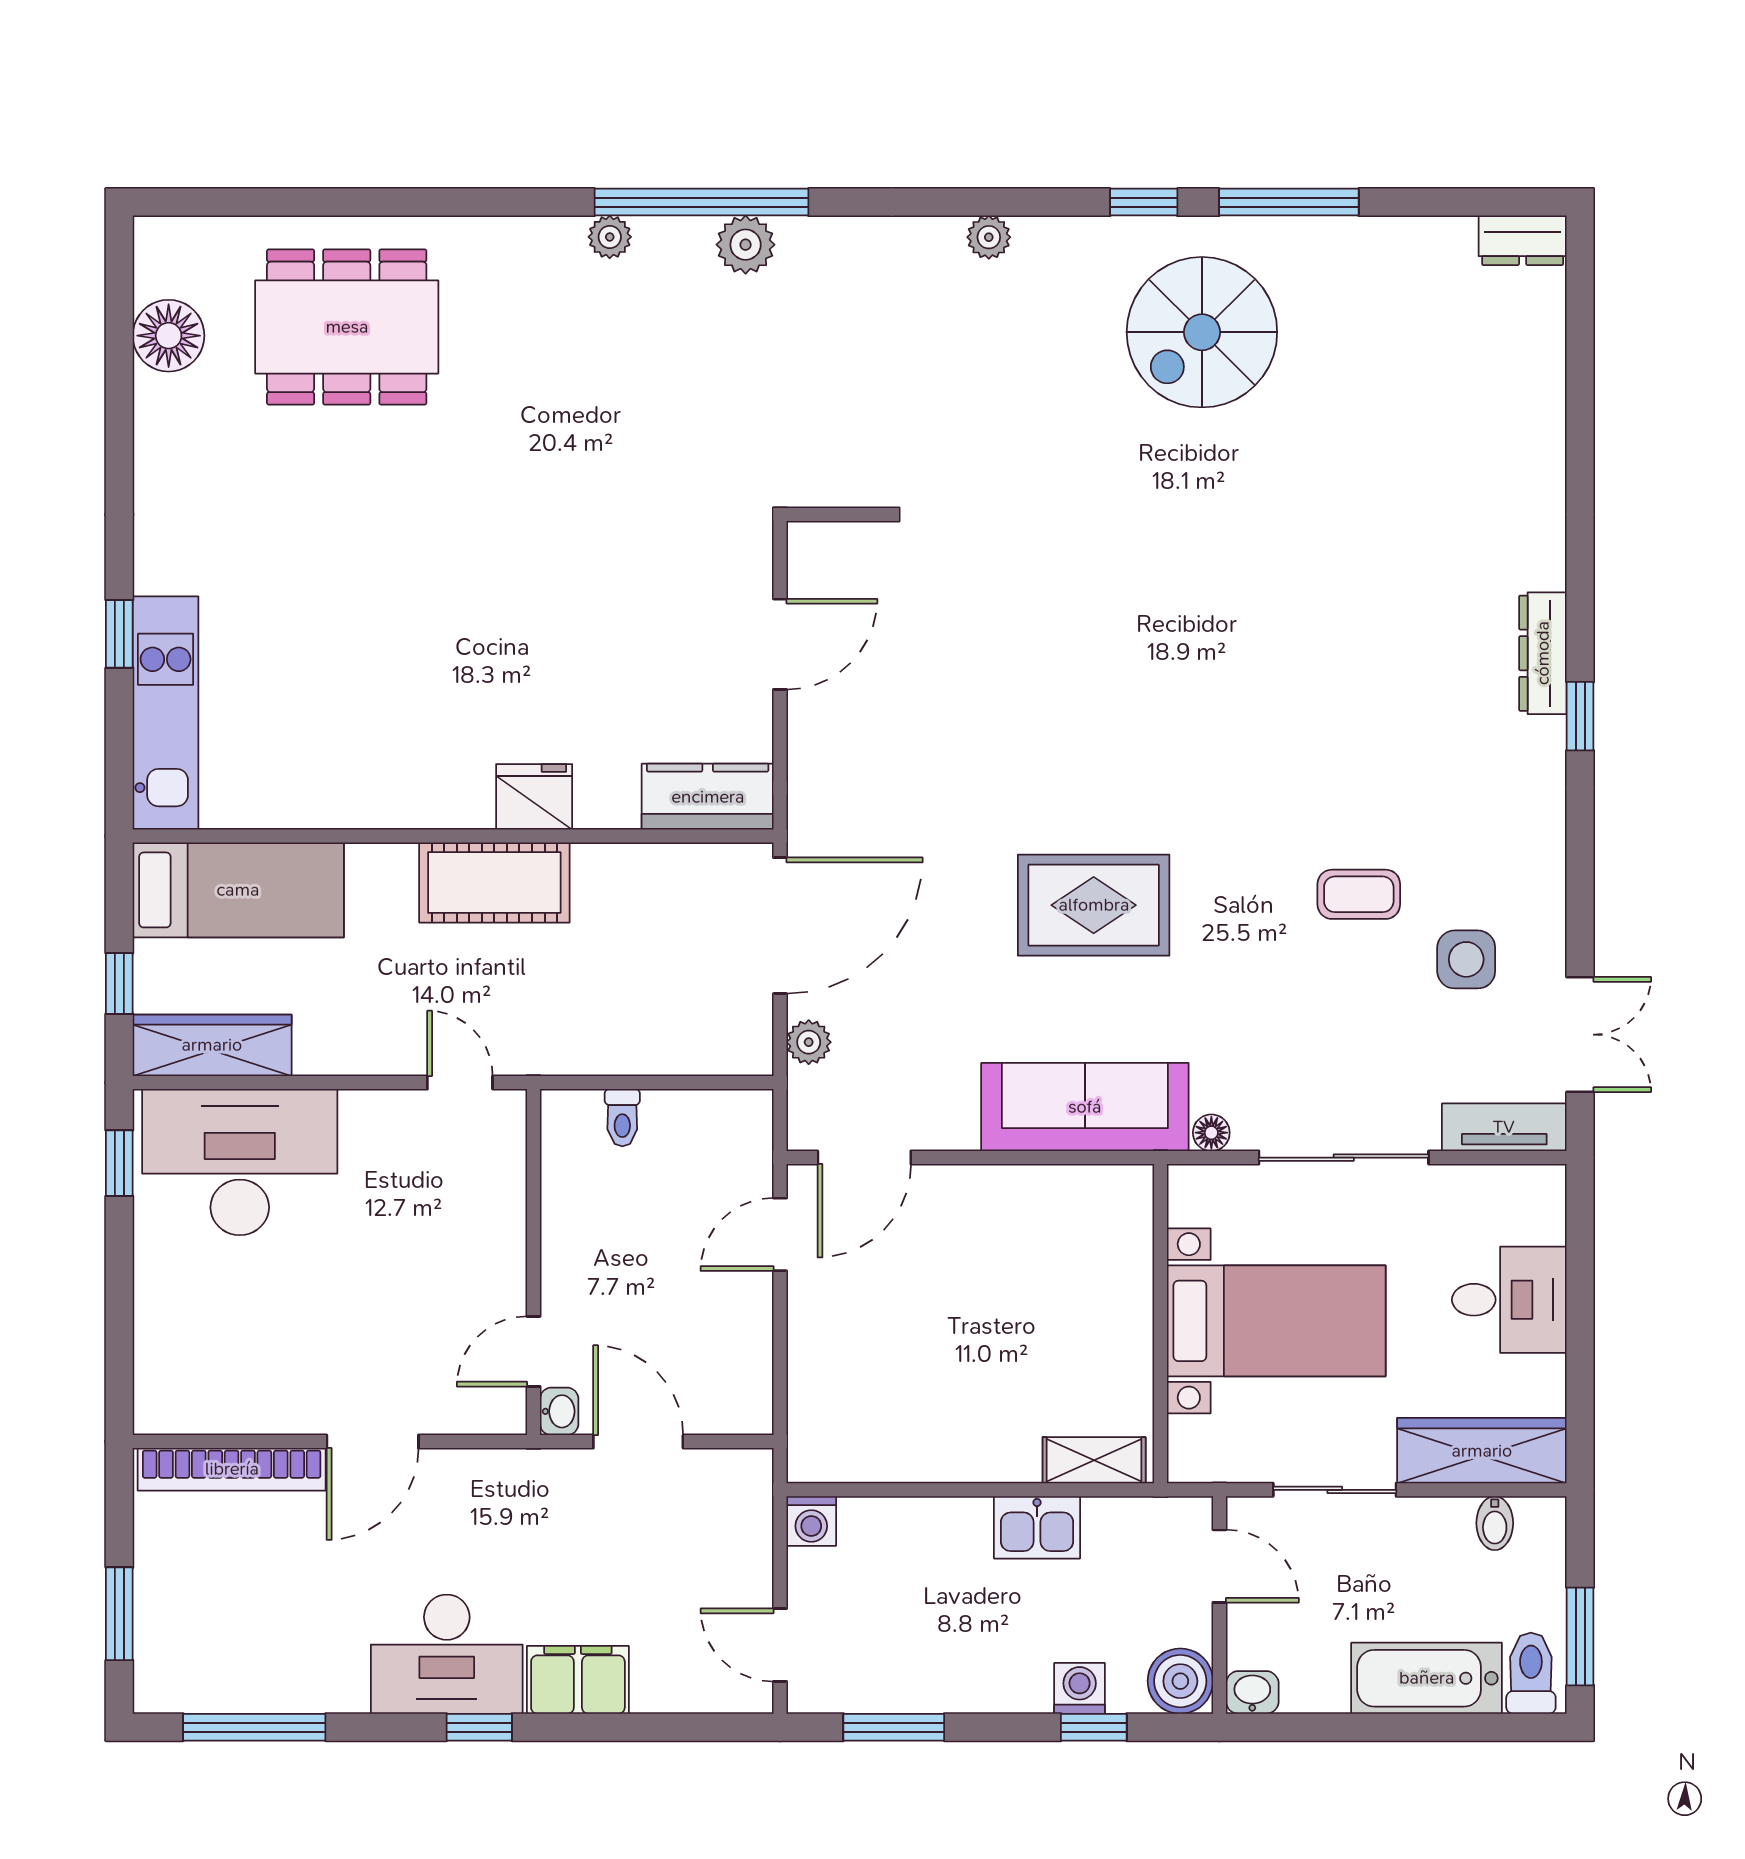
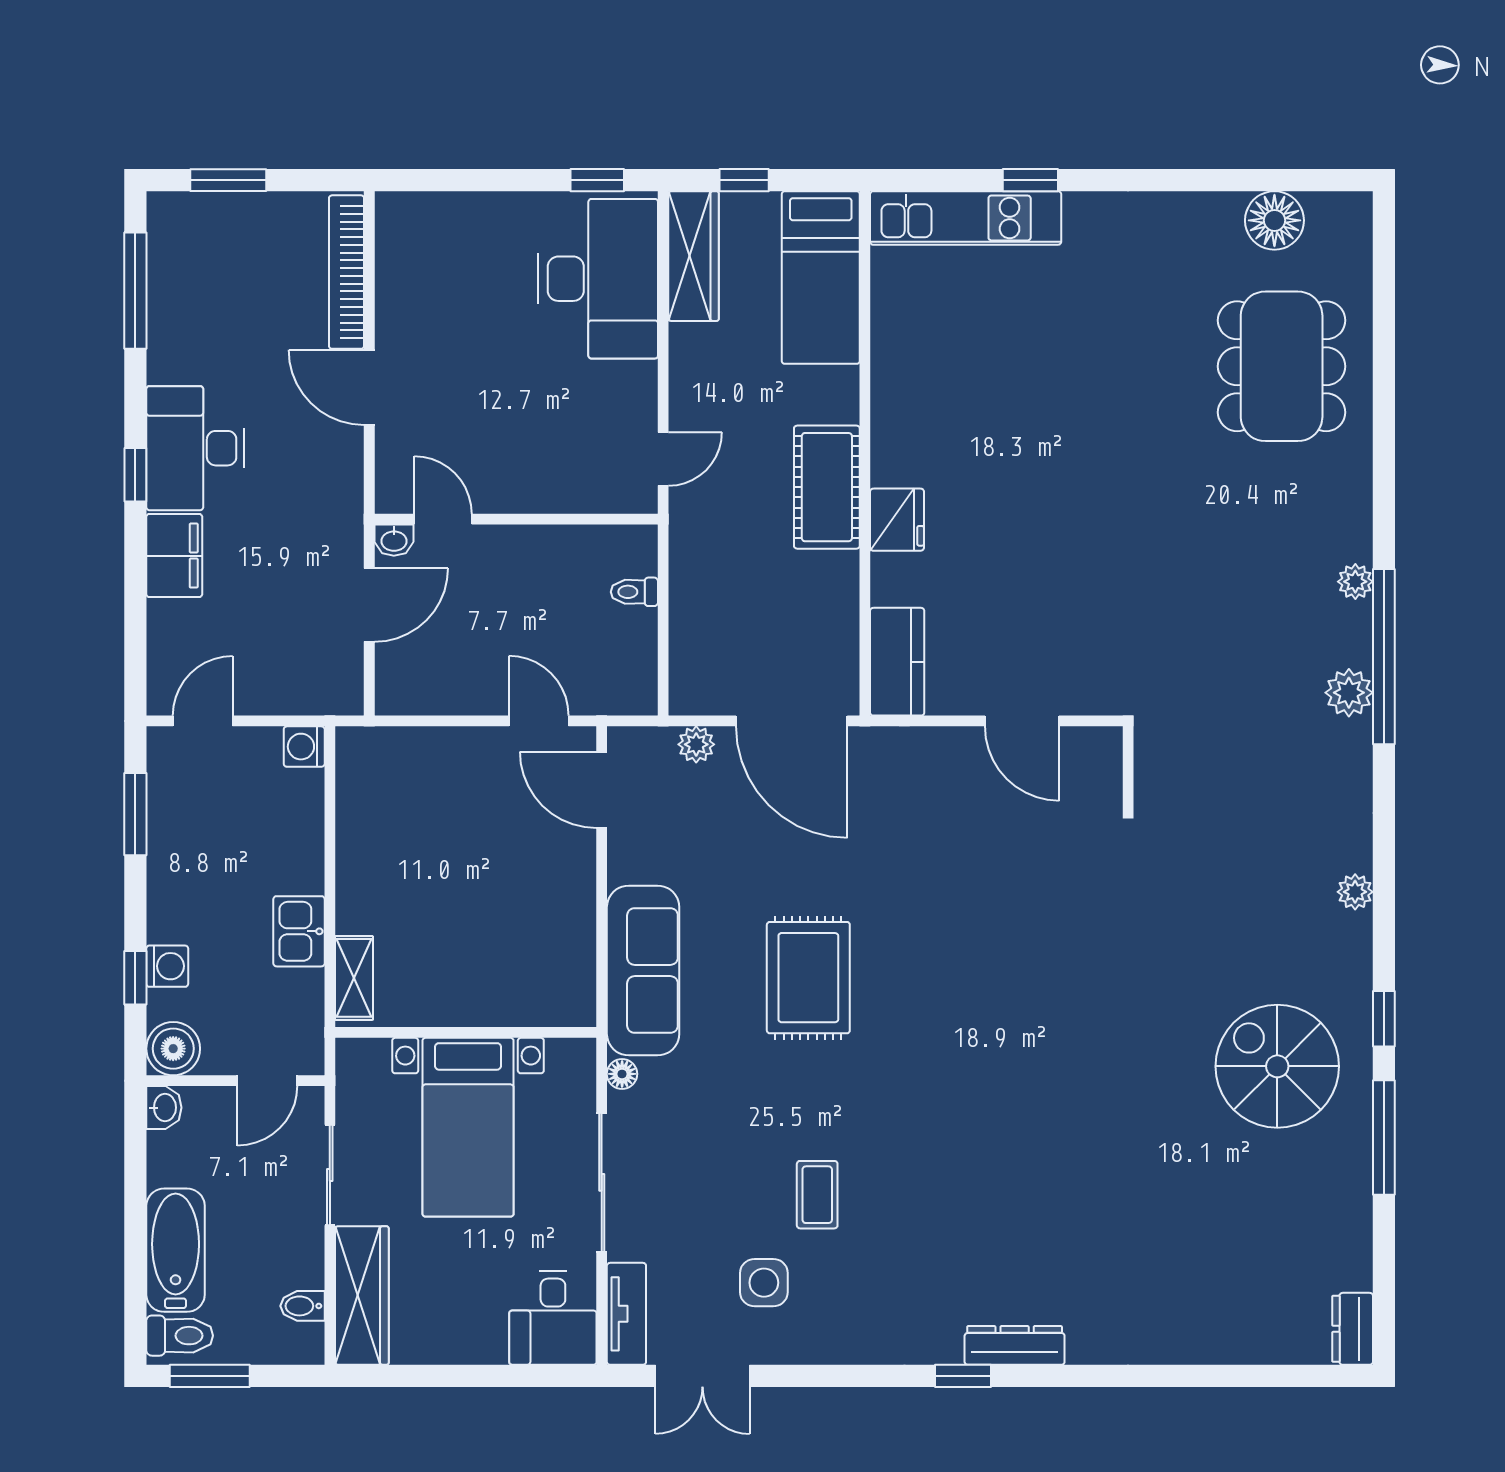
desk: (1509, 1300) -> (553, 1318), moved

